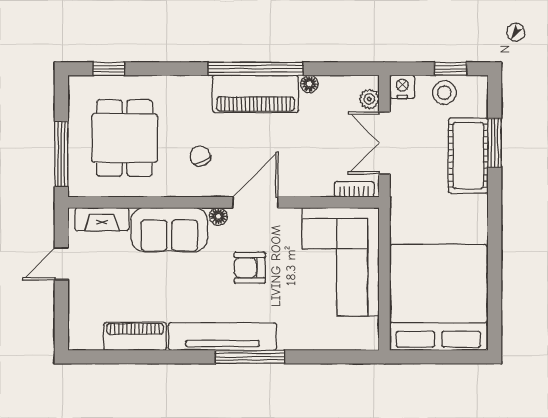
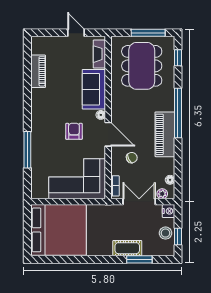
window: (256, 69) -> (178, 113), moved
floor lamp: (309, 84) -> (170, 180), moved
dining table: (125, 138) -> (142, 66), width x1.38
window: (61, 154) -> (148, 33), moved
chair: (200, 156) -> (132, 158), moved
cot: (468, 156) -> (127, 248), width x0.73, depth x0.75
tv unit: (222, 336) -> (38, 117), removed
window: (250, 357) -> (27, 150), moved

